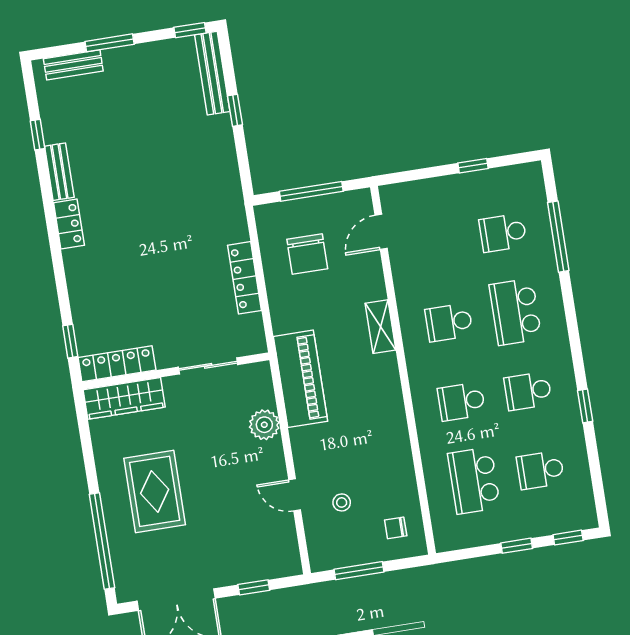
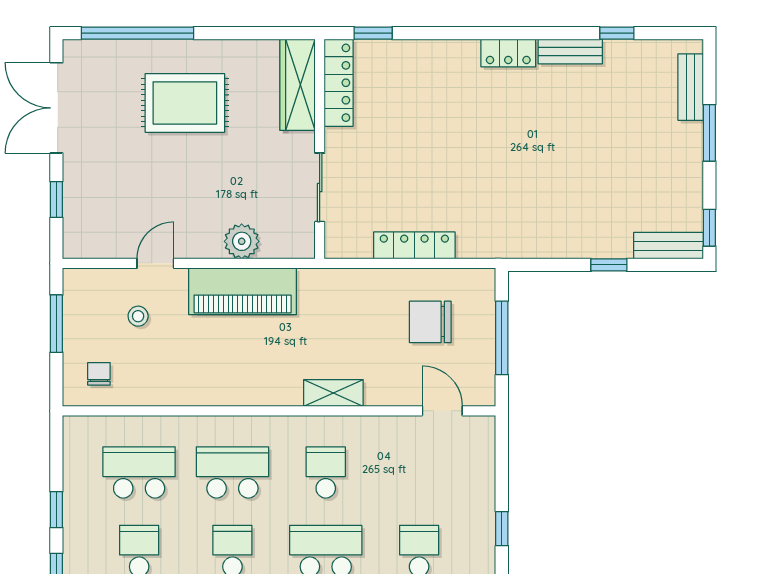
bench: (212, 73) -> (669, 246), width x0.73
piano: (300, 379) -> (243, 291), moved
school desk: (461, 402) -> (232, 472), width x1.85

